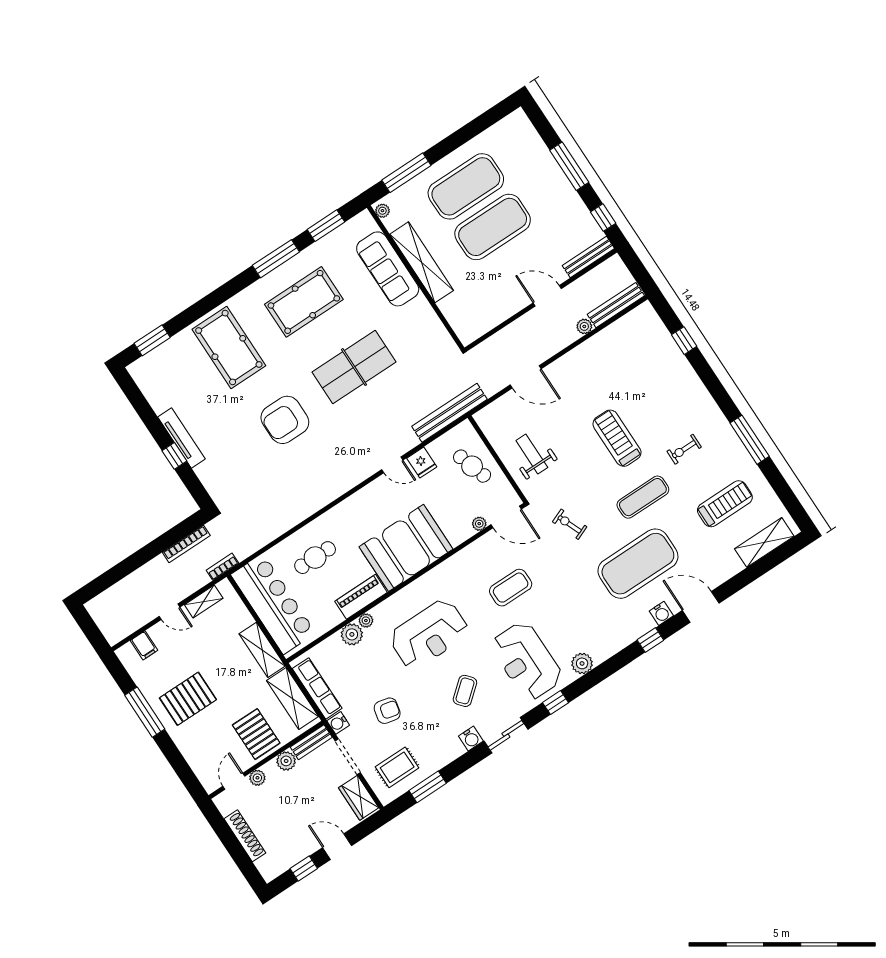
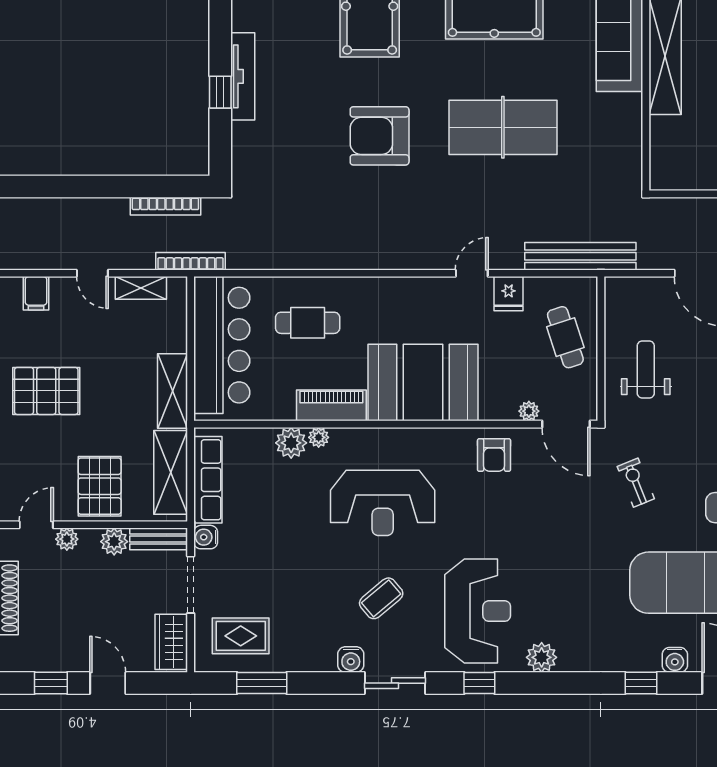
door: (392, 465) -> (472, 273), swing flipped
bookcase: (222, 567) -> (191, 261), width x1.56
coffee table: (511, 588) -> (516, 511), removed
reception desk: (527, 661) -> (478, 611), turned 180
armchair: (387, 711) -> (494, 455), moved, turned 77

